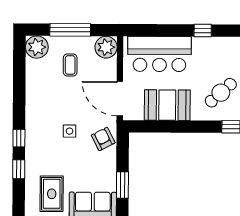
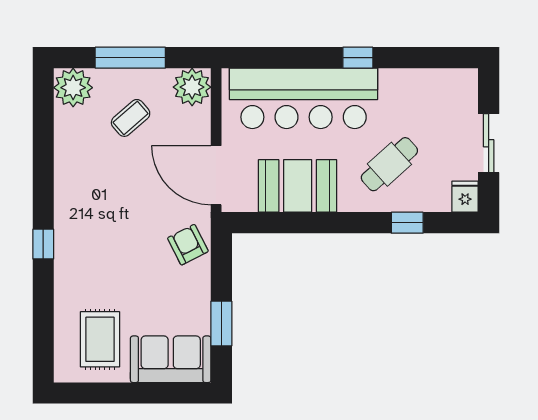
bar counter: (159, 54) -> (304, 98), width x1.36
coffee table: (70, 65) -> (131, 118), turned 49
side table: (69, 131) -> (130, 231), removed
window: (19, 169) -> (43, 297), removed

